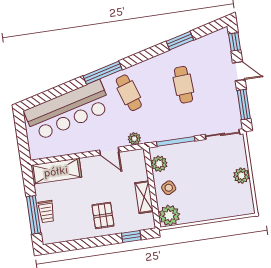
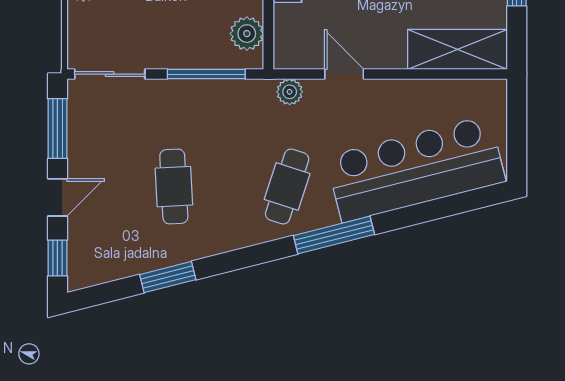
door: (239, 71) -> (57, 197), swing flipped
cafe table: (129, 93) -> (287, 187), turned 36

